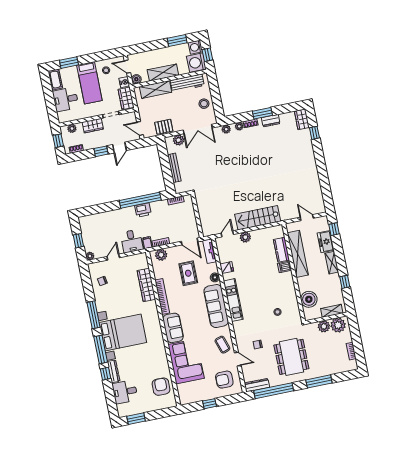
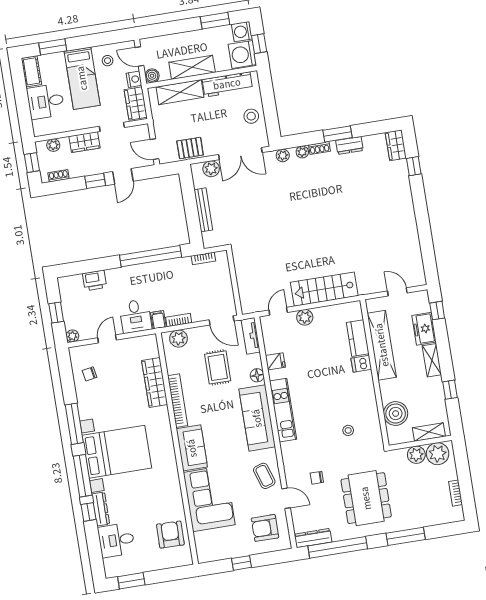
printer: (143, 210) -> (95, 280), moved

